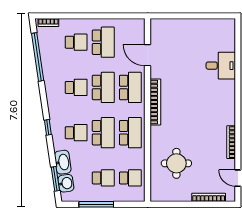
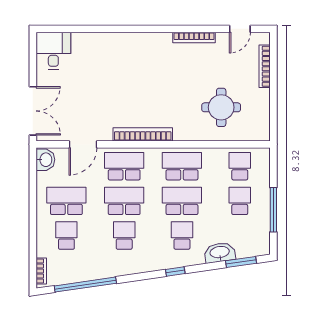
double door: (174, 16) -> (33, 111), added
desk: (221, 66) -> (53, 51), moved
washbasin: (66, 183) -> (45, 160), moved, turned 98

